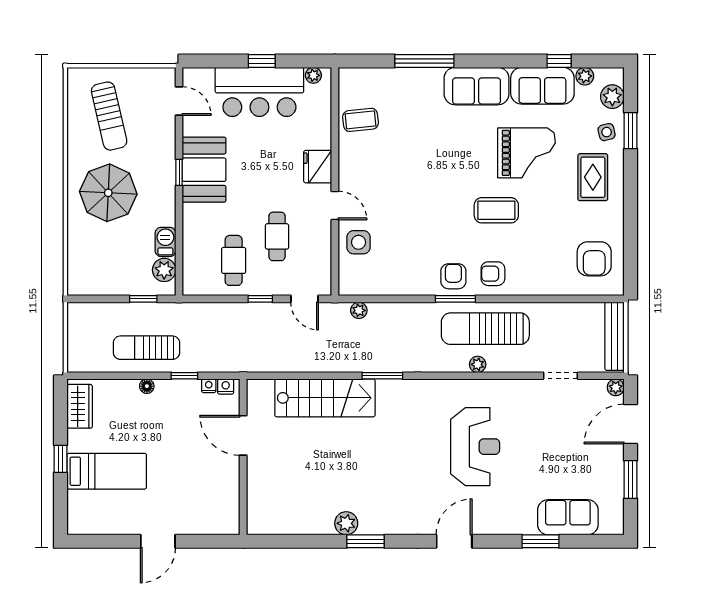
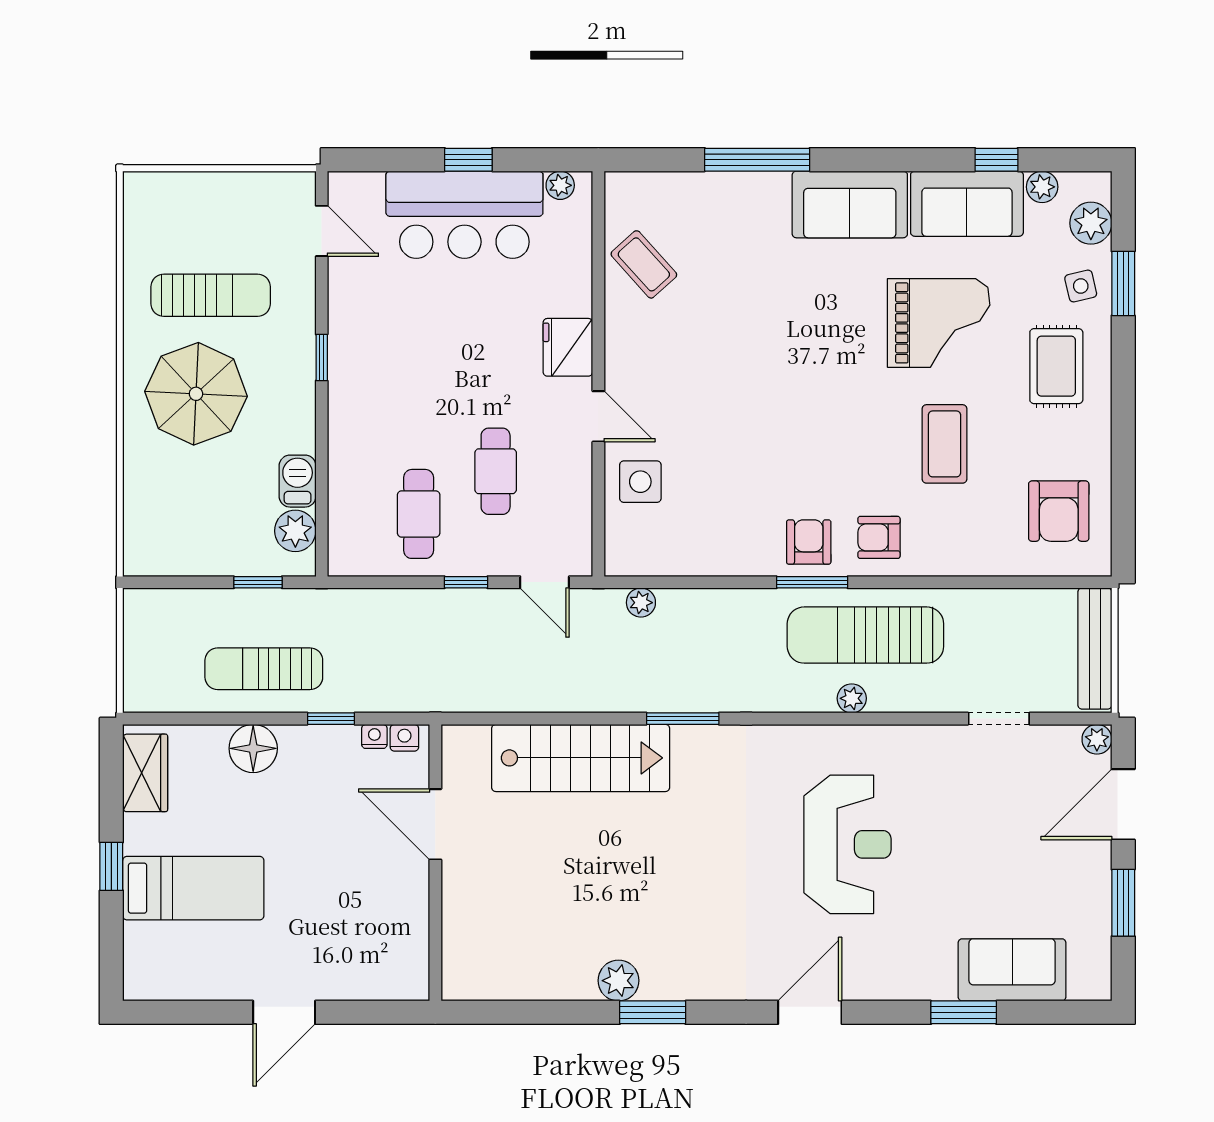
sun lounger: (109, 116) -> (211, 295), moved, turned -77
coffee table: (361, 120) -> (644, 264), turned 54
booth: (204, 170) -> (366, 353), removed
coffee table: (496, 210) -> (945, 444), moved, turned 90
floor lamp: (147, 386) -> (253, 748), width x1.89, depth x1.89

